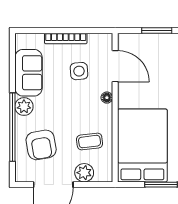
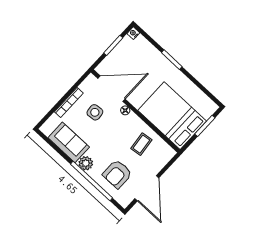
door: (115, 66) -> (112, 89), width x1.36
armchair: (41, 145) -> (117, 174), turned 100
plant: (84, 173) -> (157, 164), removed

